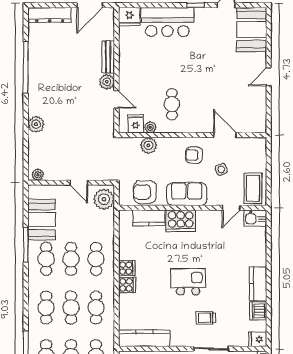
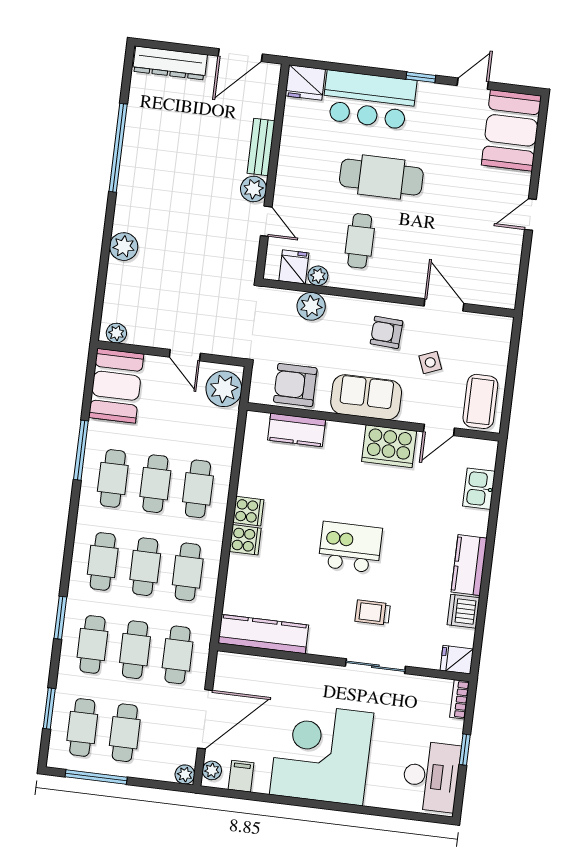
cafe table: (180, 66) -> (381, 177), added
kitchen sink: (255, 218) -> (479, 489), moved, turned 90
booth: (41, 220) -> (116, 386), moved
cooker: (181, 221) -> (389, 446), moved

